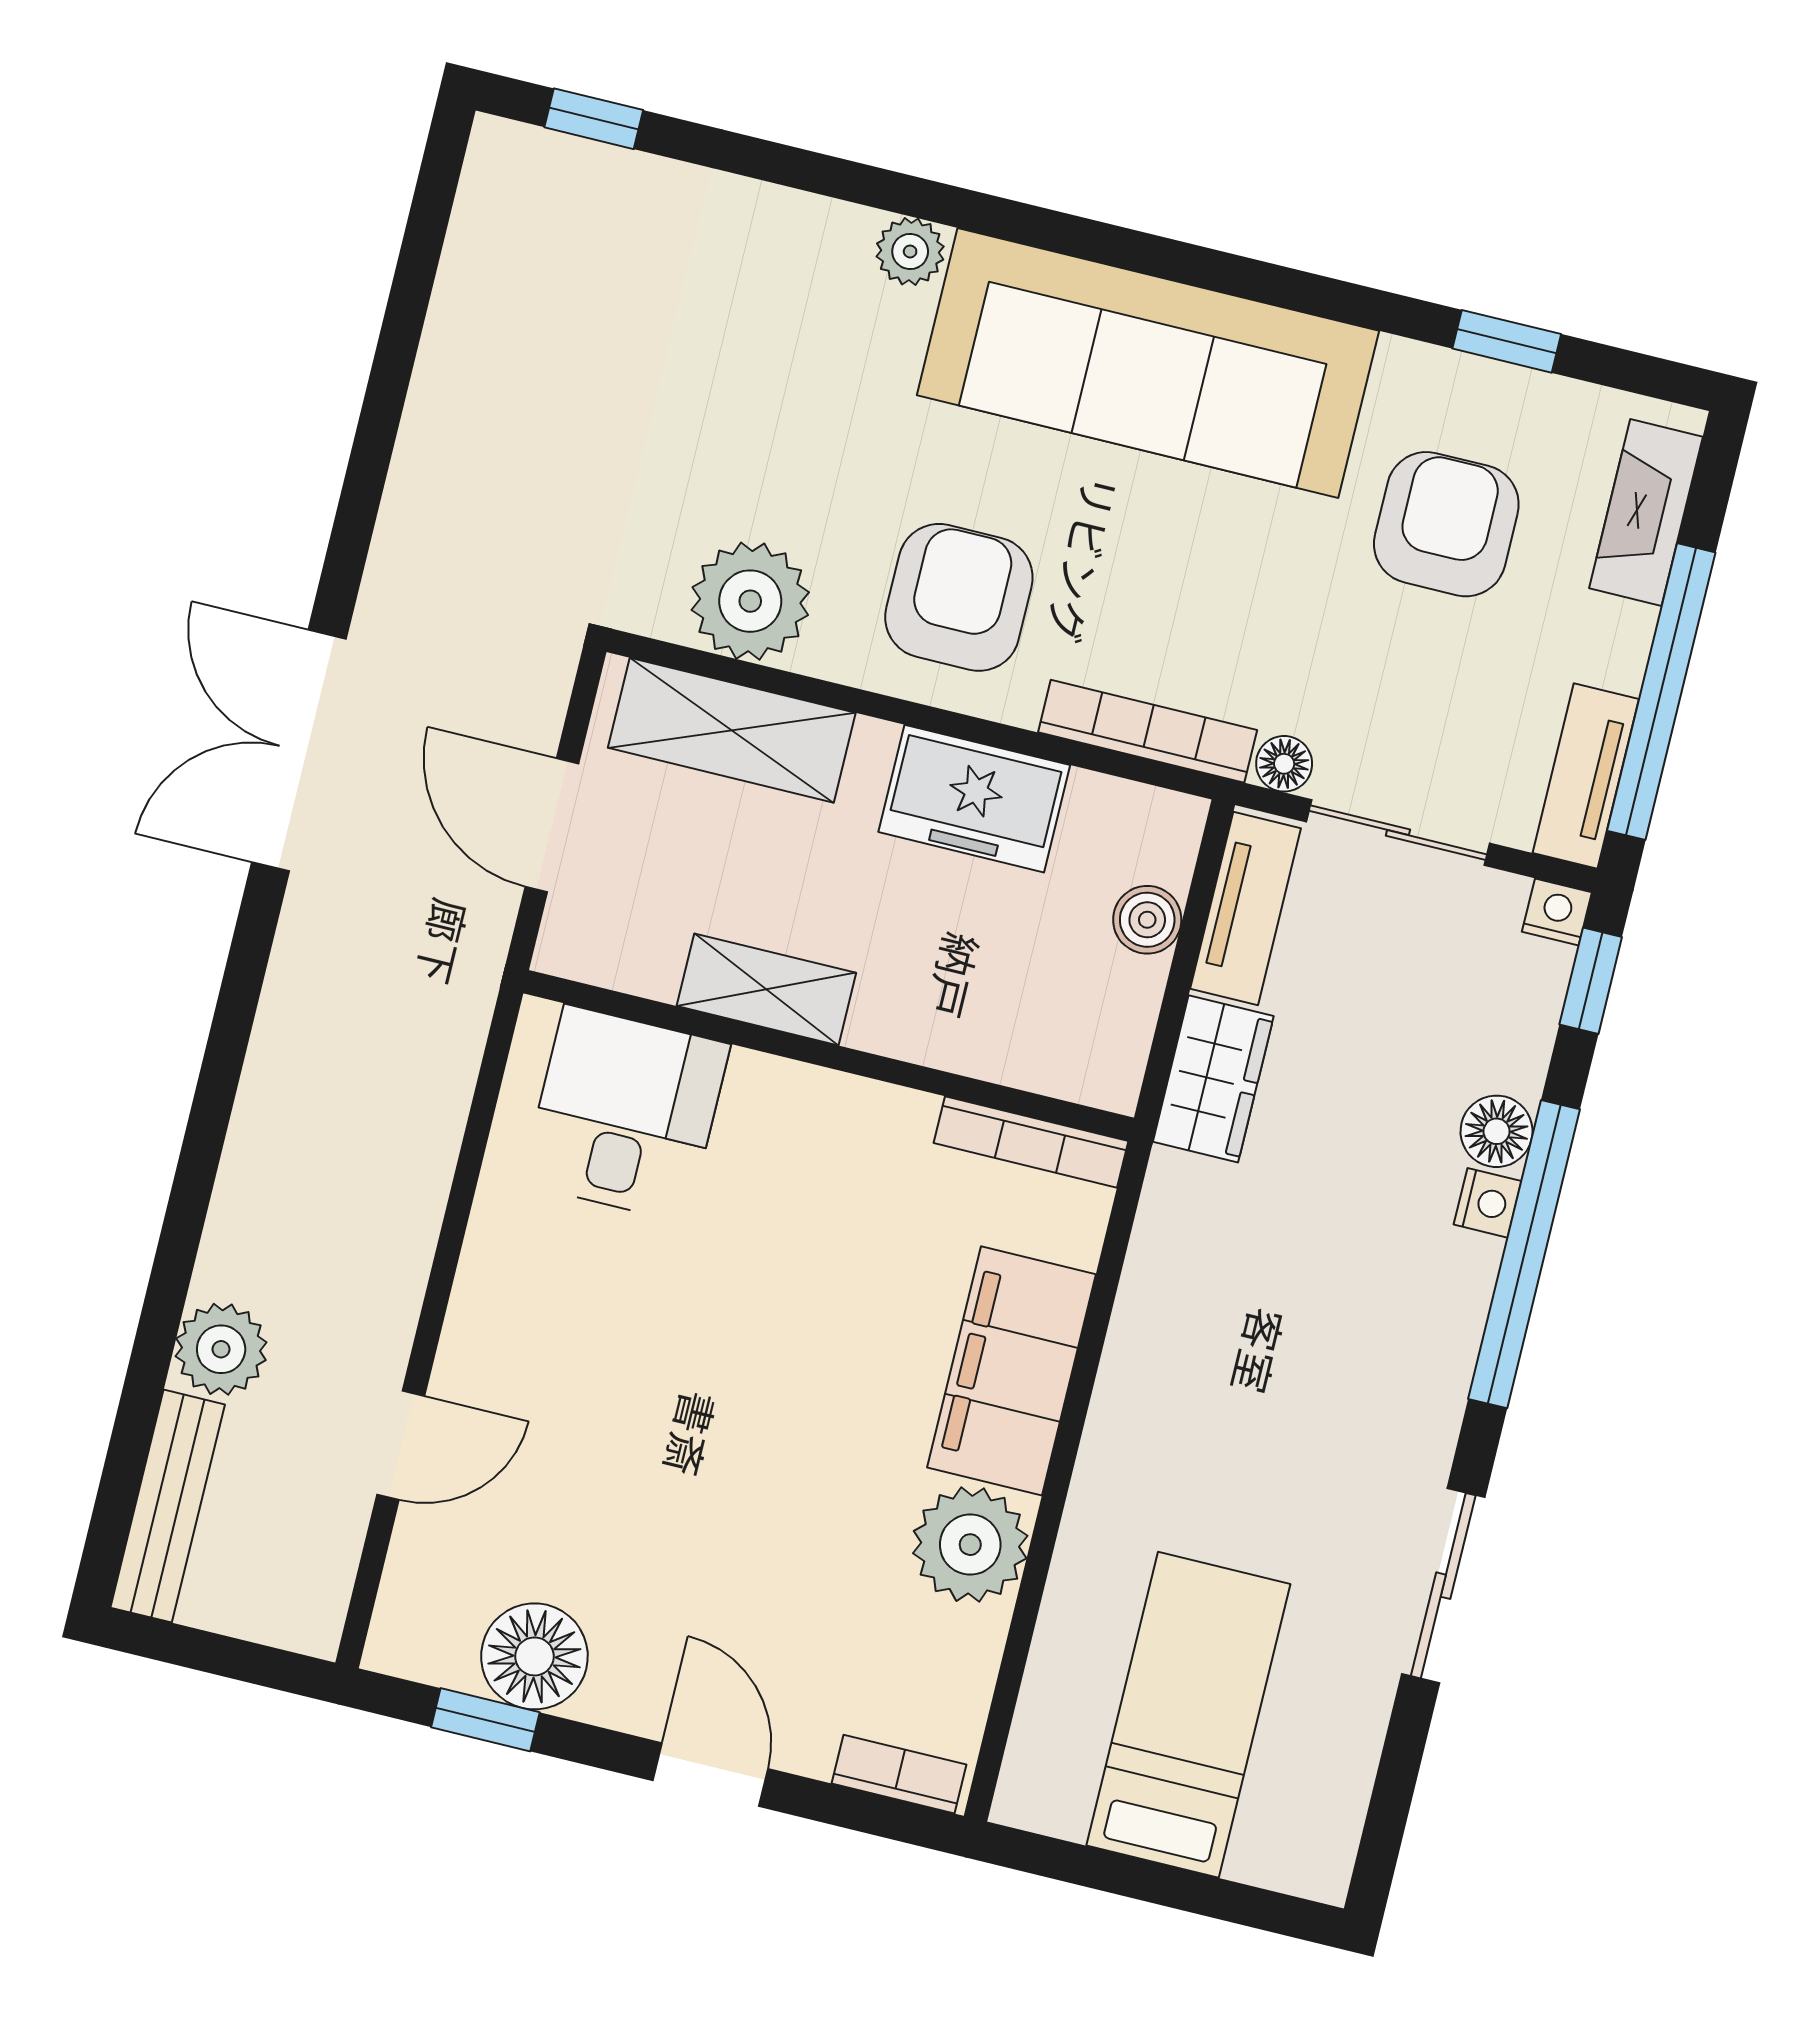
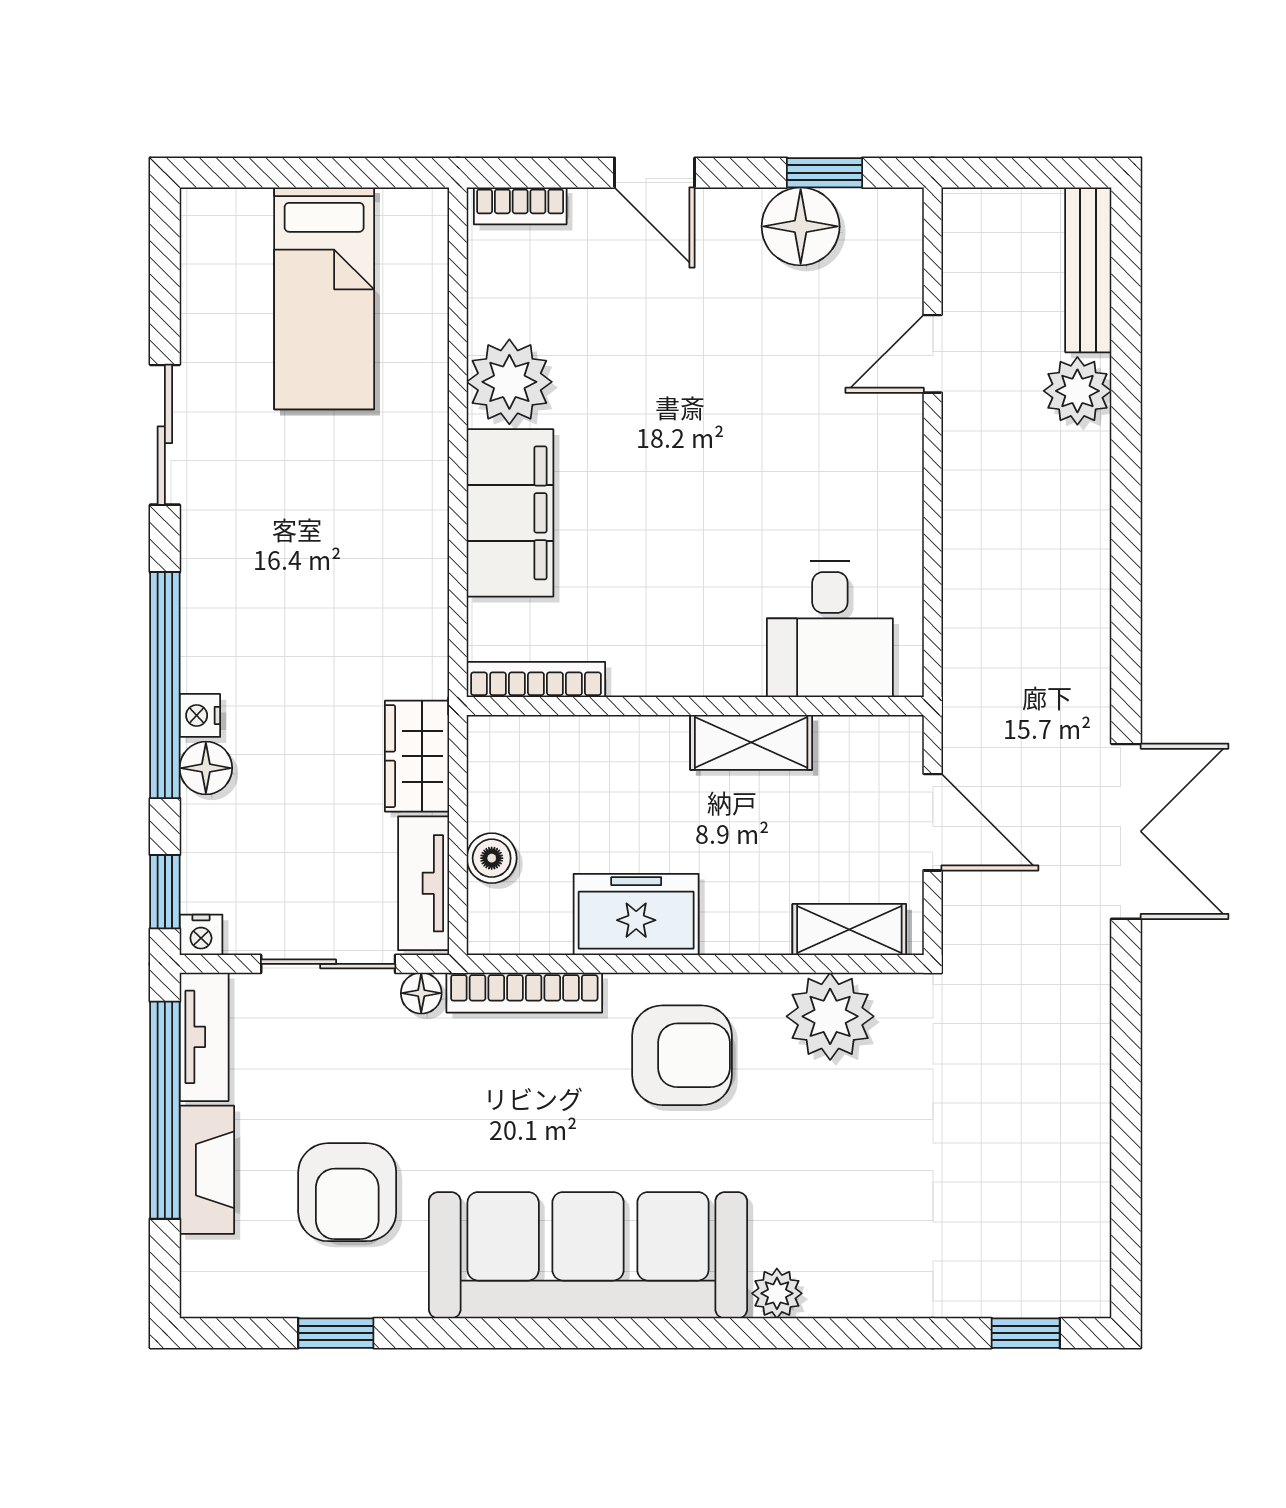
fireplace: (1646, 513) -> (207, 1170), moved
armchair: (959, 597) -> (682, 1055), turned -90
shelving: (732, 730) -> (849, 930), width x0.67, depth x0.75

